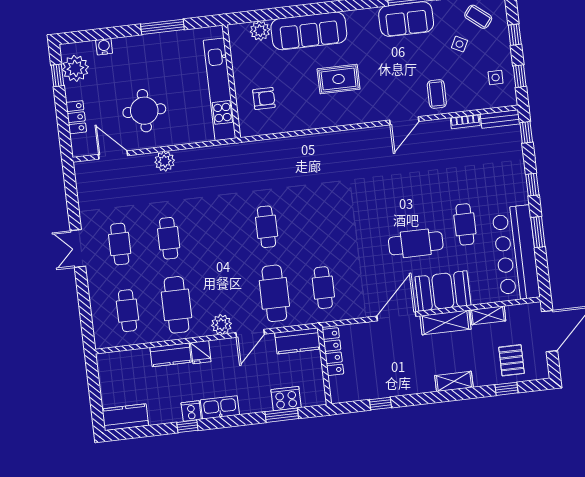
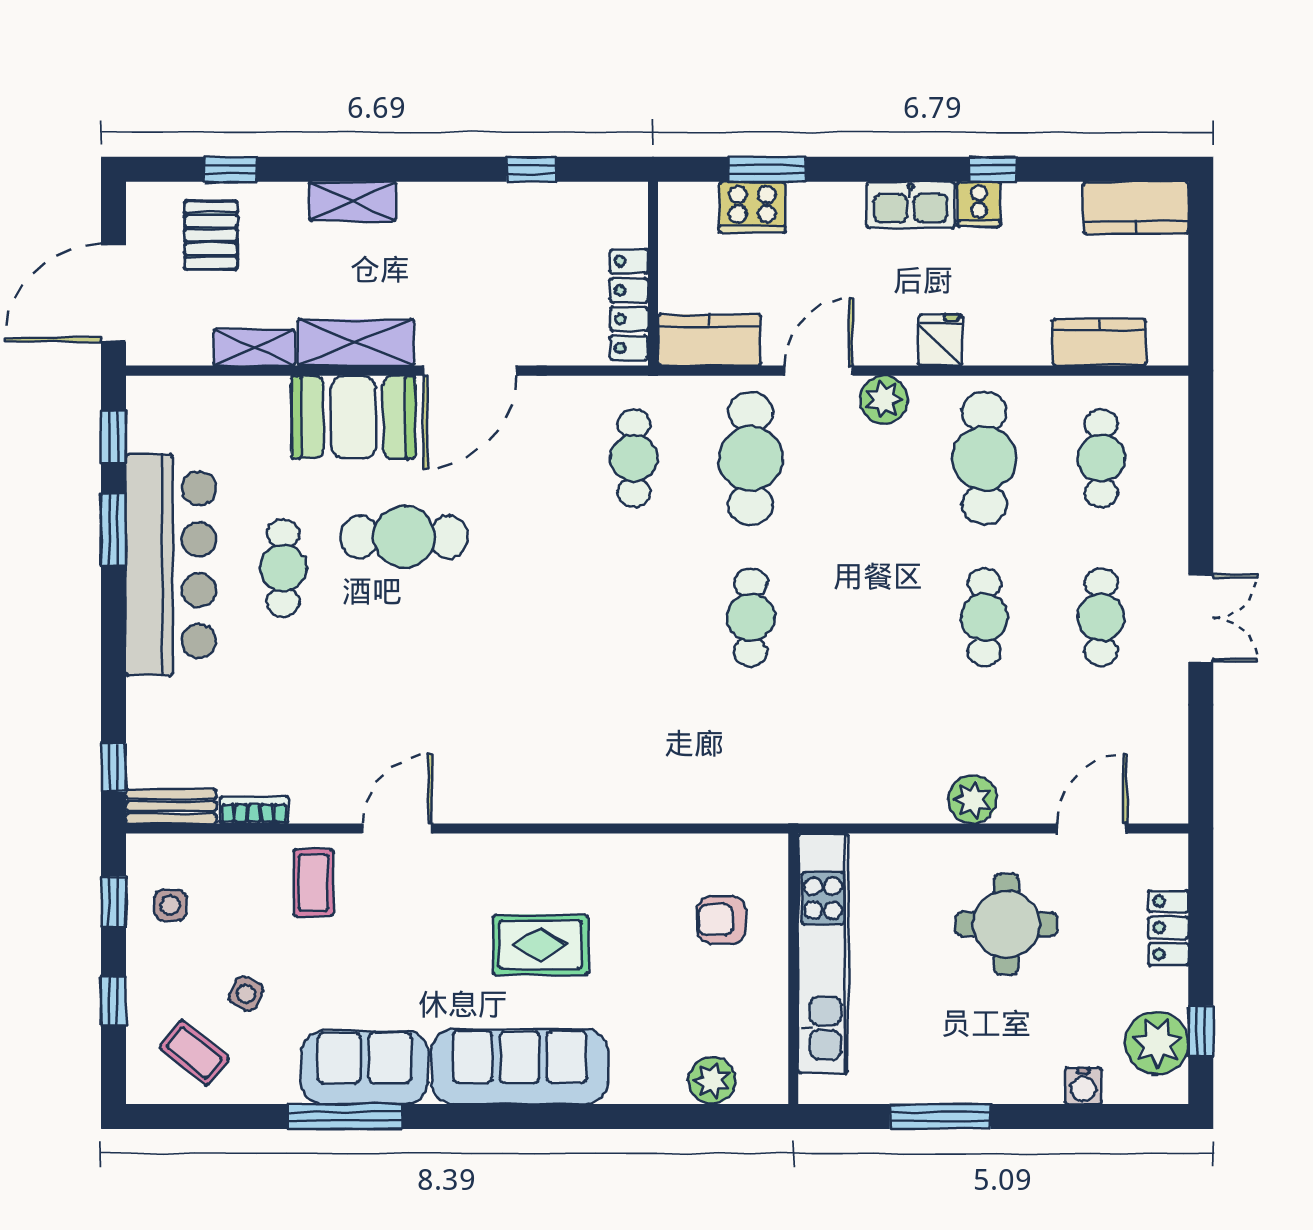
sofa: (309, 31) -> (520, 1067), moved
door: (113, 155) -> (1092, 829), swing flipped
window: (532, 185) -> (113, 437), moved
bar counter: (516, 253) -> (171, 565), moved
kitchen counter: (171, 355) -> (1099, 342), moved

